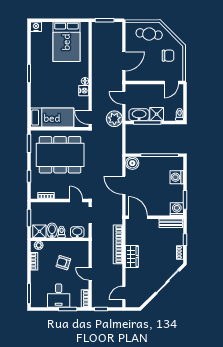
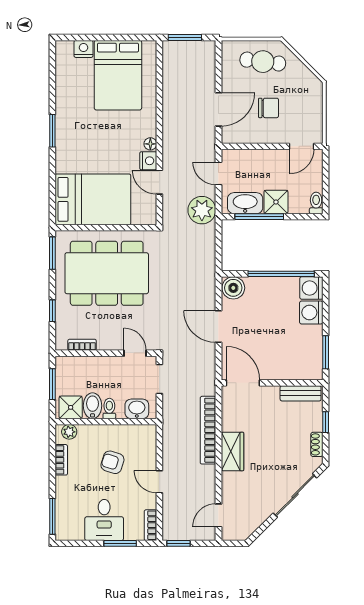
nightstand: (36, 27) -> (84, 49), moved
chair: (168, 56) -> (269, 108), moved
bed: (52, 118) -> (93, 199), width x1.50
door: (90, 118) -> (159, 182), moved
washing machine: (177, 209) -> (311, 288), moved, turned -90

